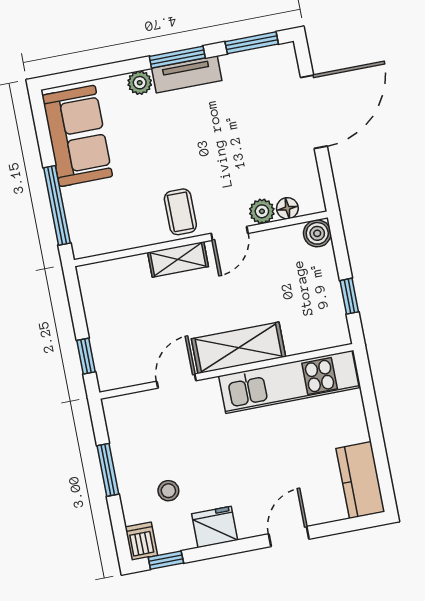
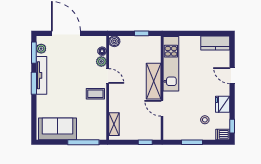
tv unit: (187, 74) -> (41, 75), width x1.41
plant: (140, 83) -> (41, 49), moved
shelving: (178, 259) -> (114, 124), moved

